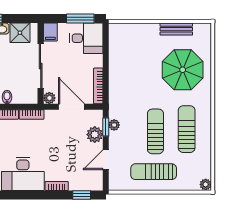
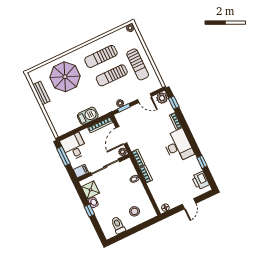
barbecue: (118, 75) -> (88, 116), added
plant: (95, 135) -> (162, 98), moved

